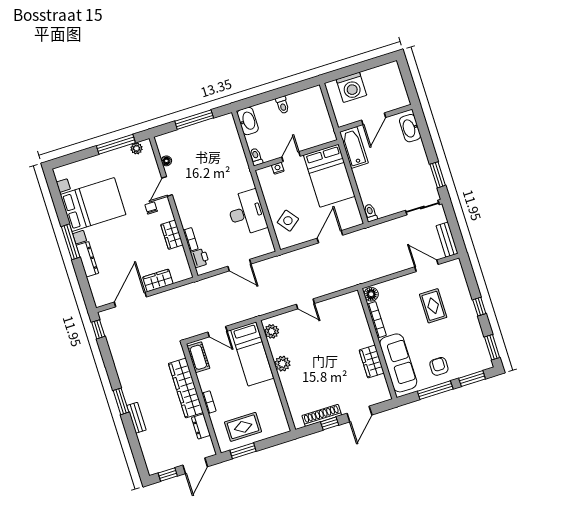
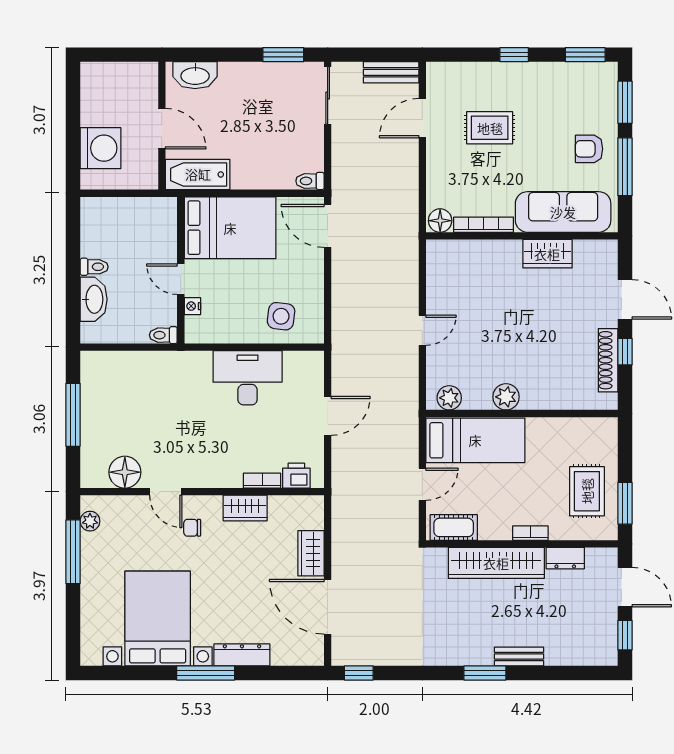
washbasin: (248, 121) -> (94, 299), moved, turned 90
floor lamp: (166, 161) -> (125, 472), width x1.89, depth x1.89
side table: (288, 221) -> (281, 316), turned 45
door: (330, 237) -> (328, 226), moved

